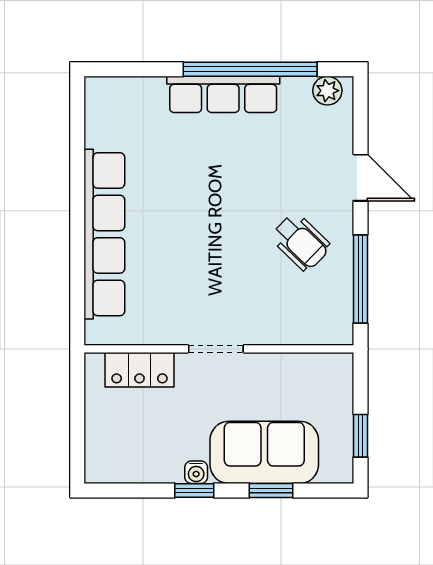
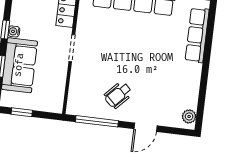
window: (250, 69) -> (204, 81), removed
row of seats: (223, 94) -> (197, 35), moved

